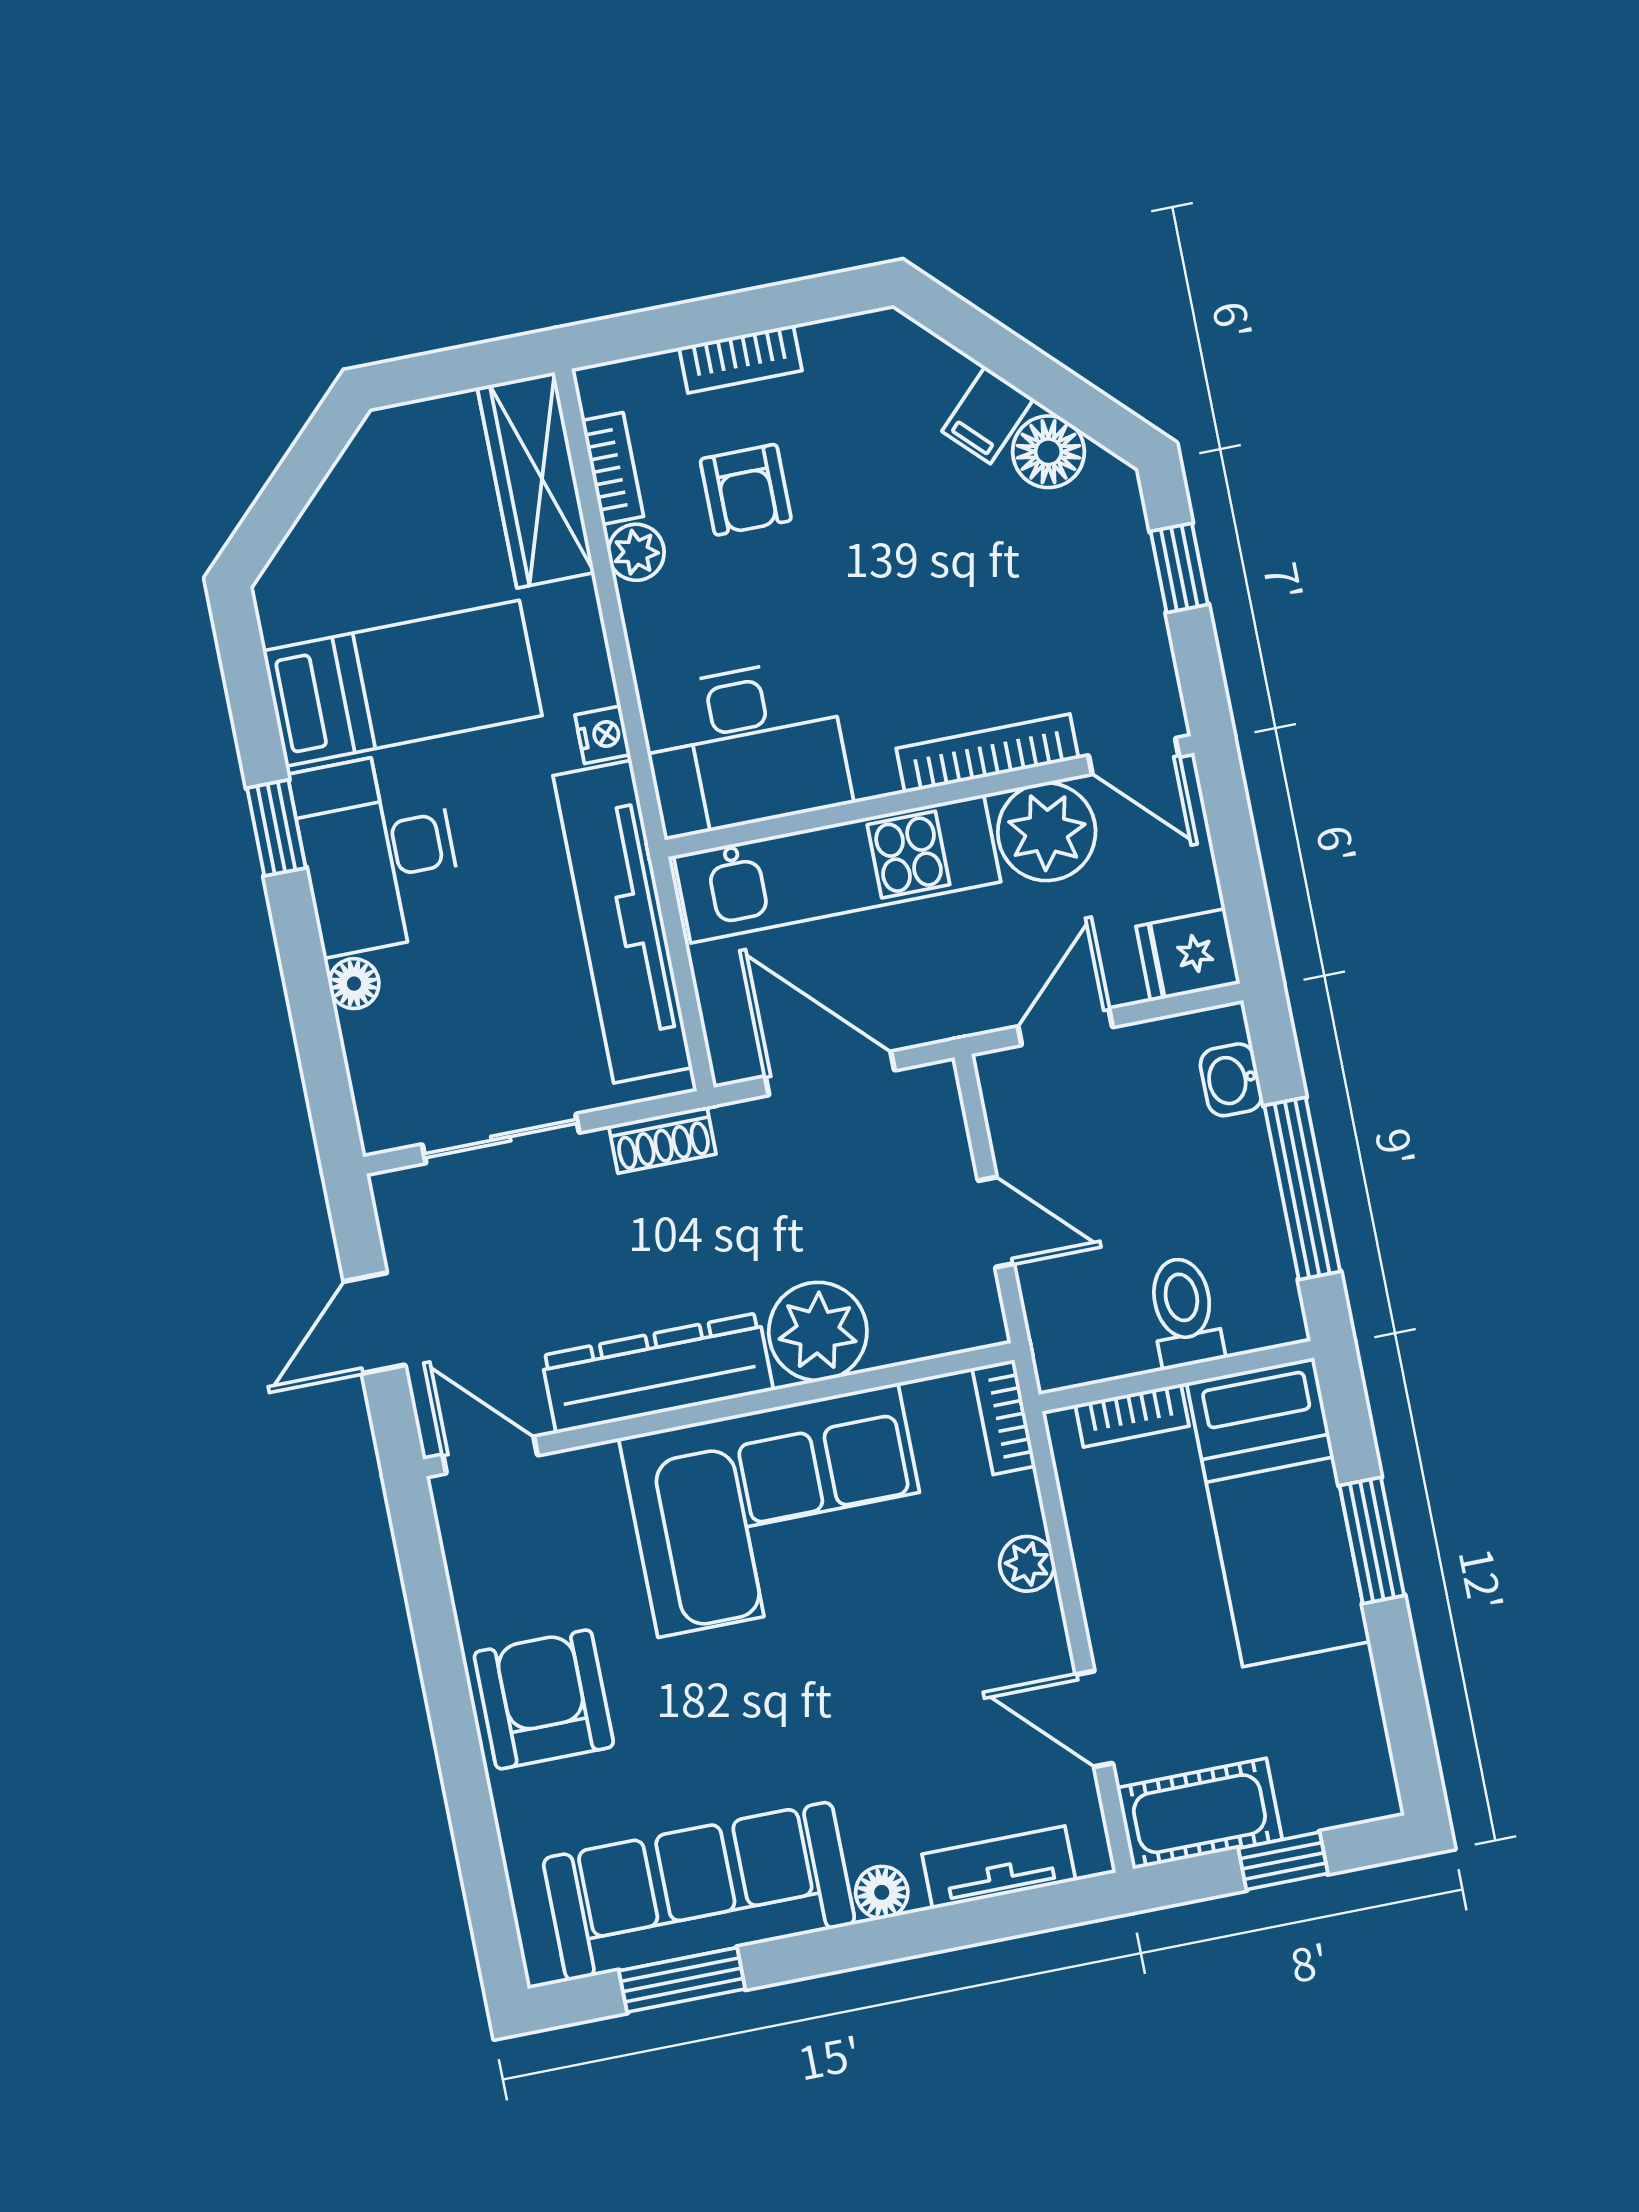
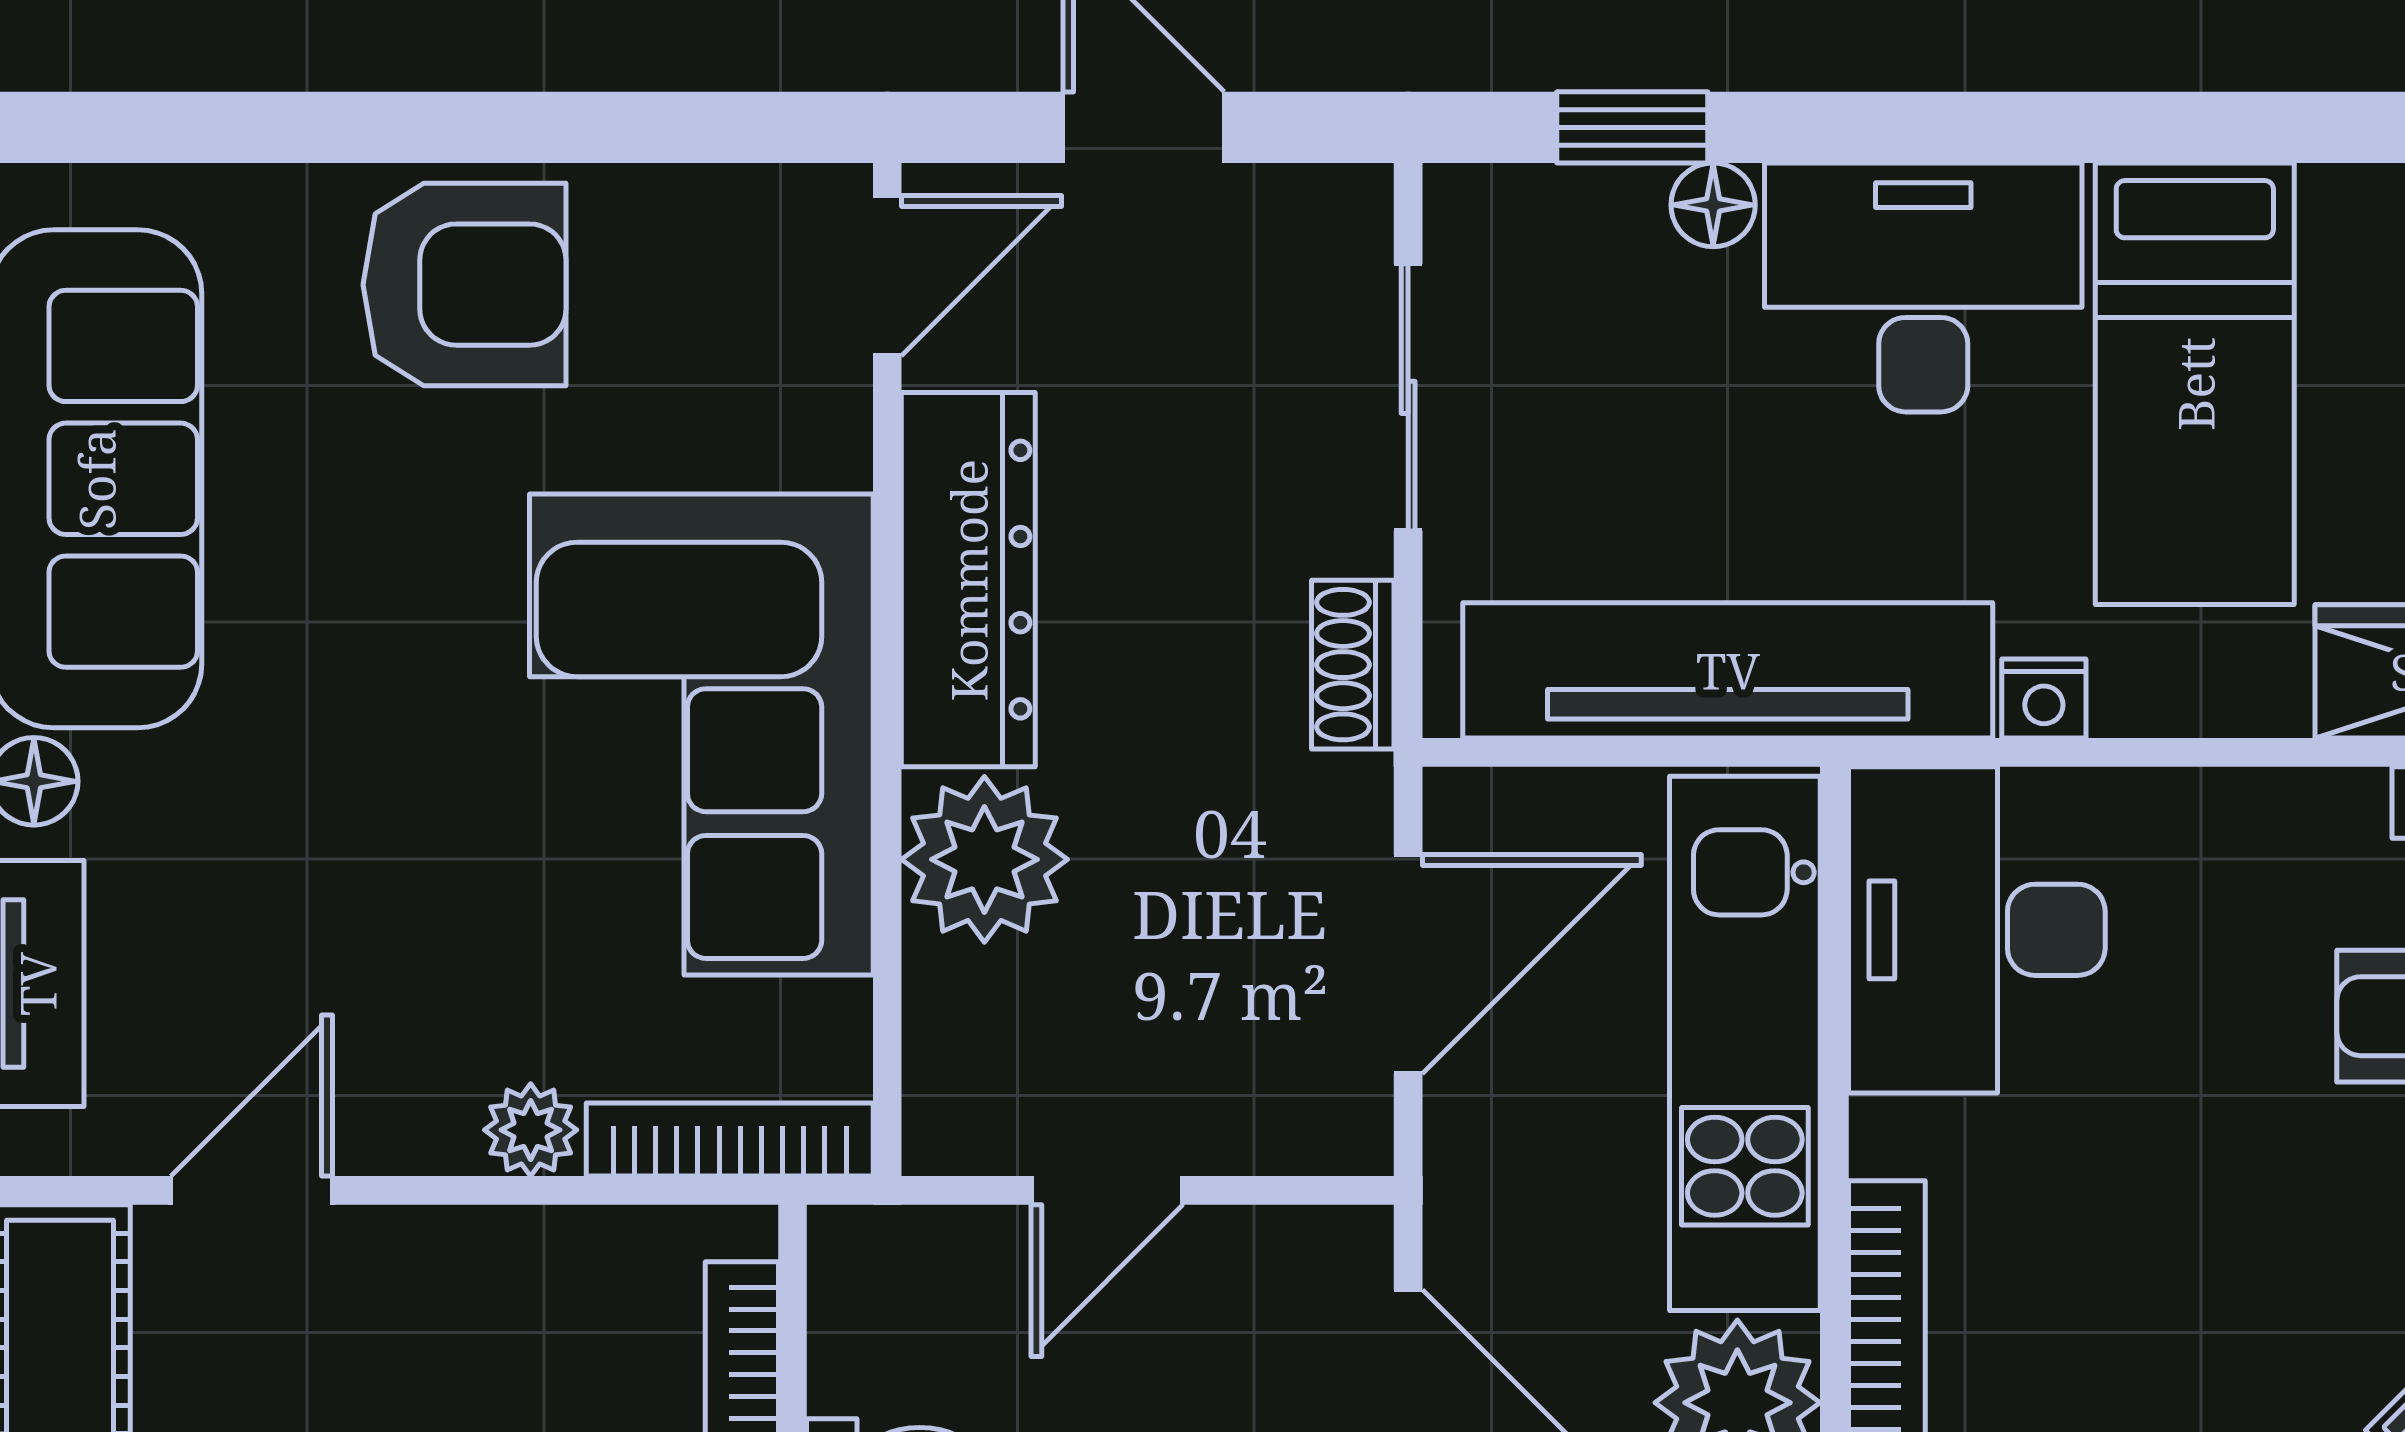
plant: (636, 552) -> (2335, 814), removed
window: (276, 828) -> (1632, 127), moved
bookcase: (1004, 1417) -> (730, 1140), width x1.56

